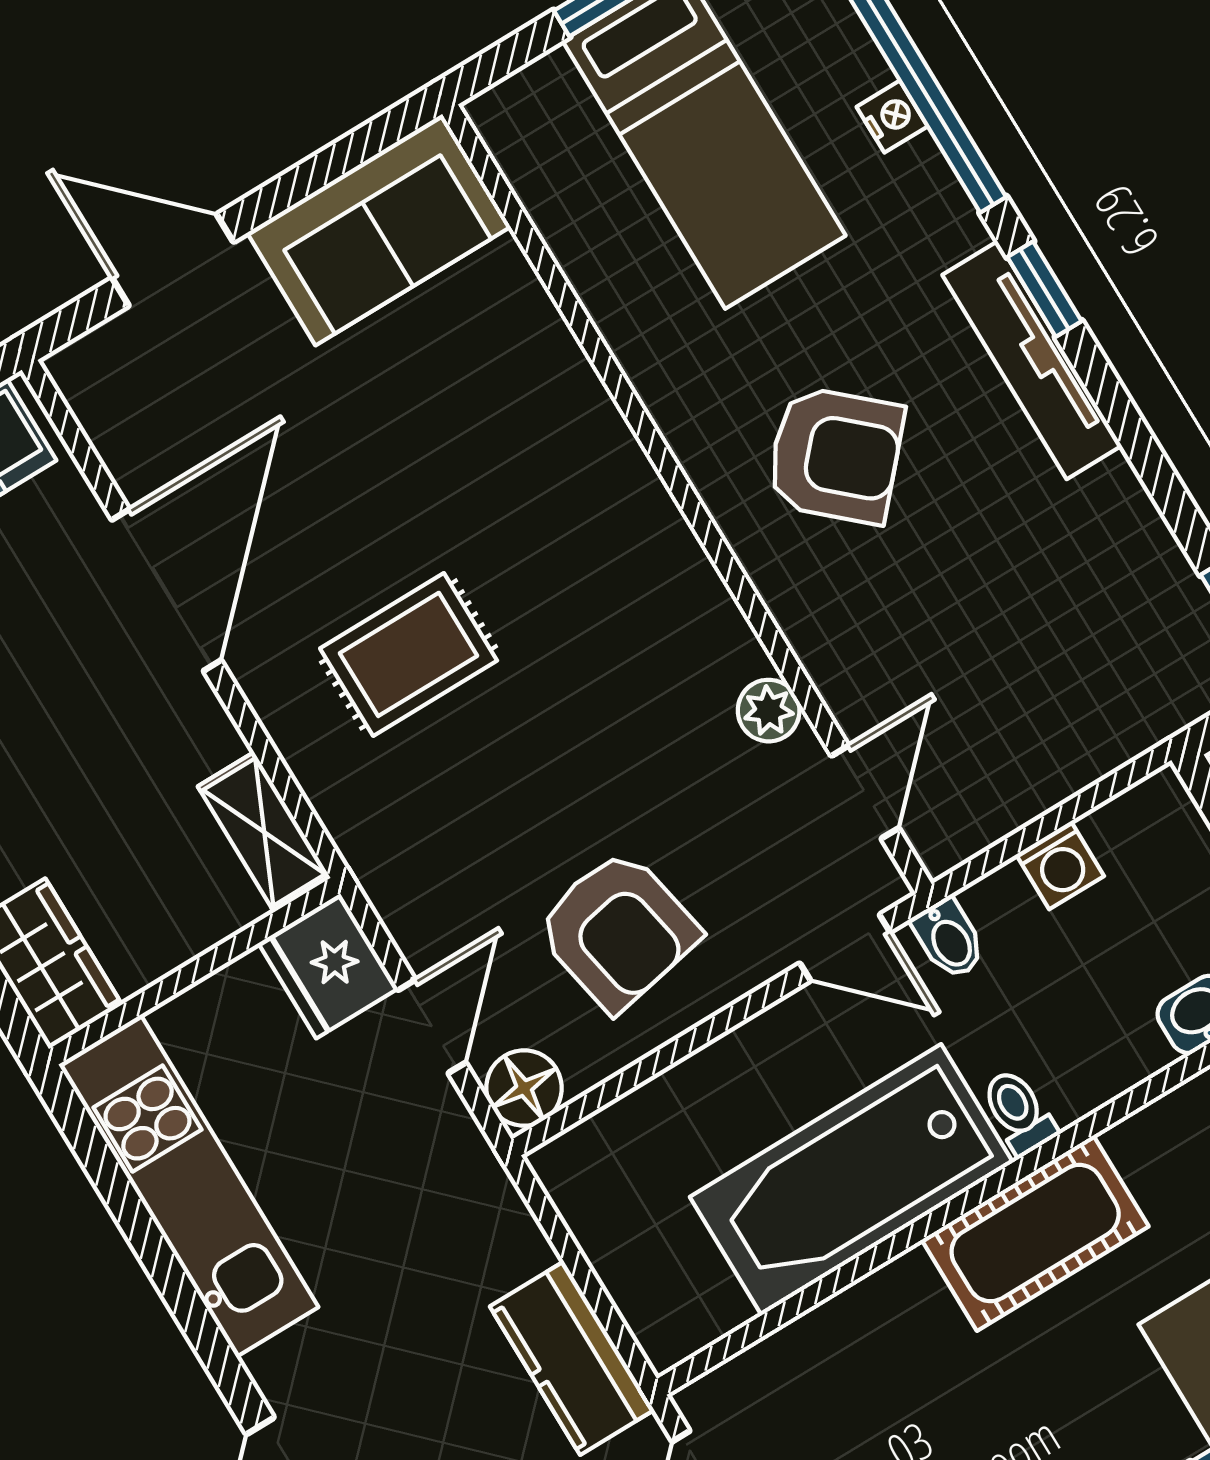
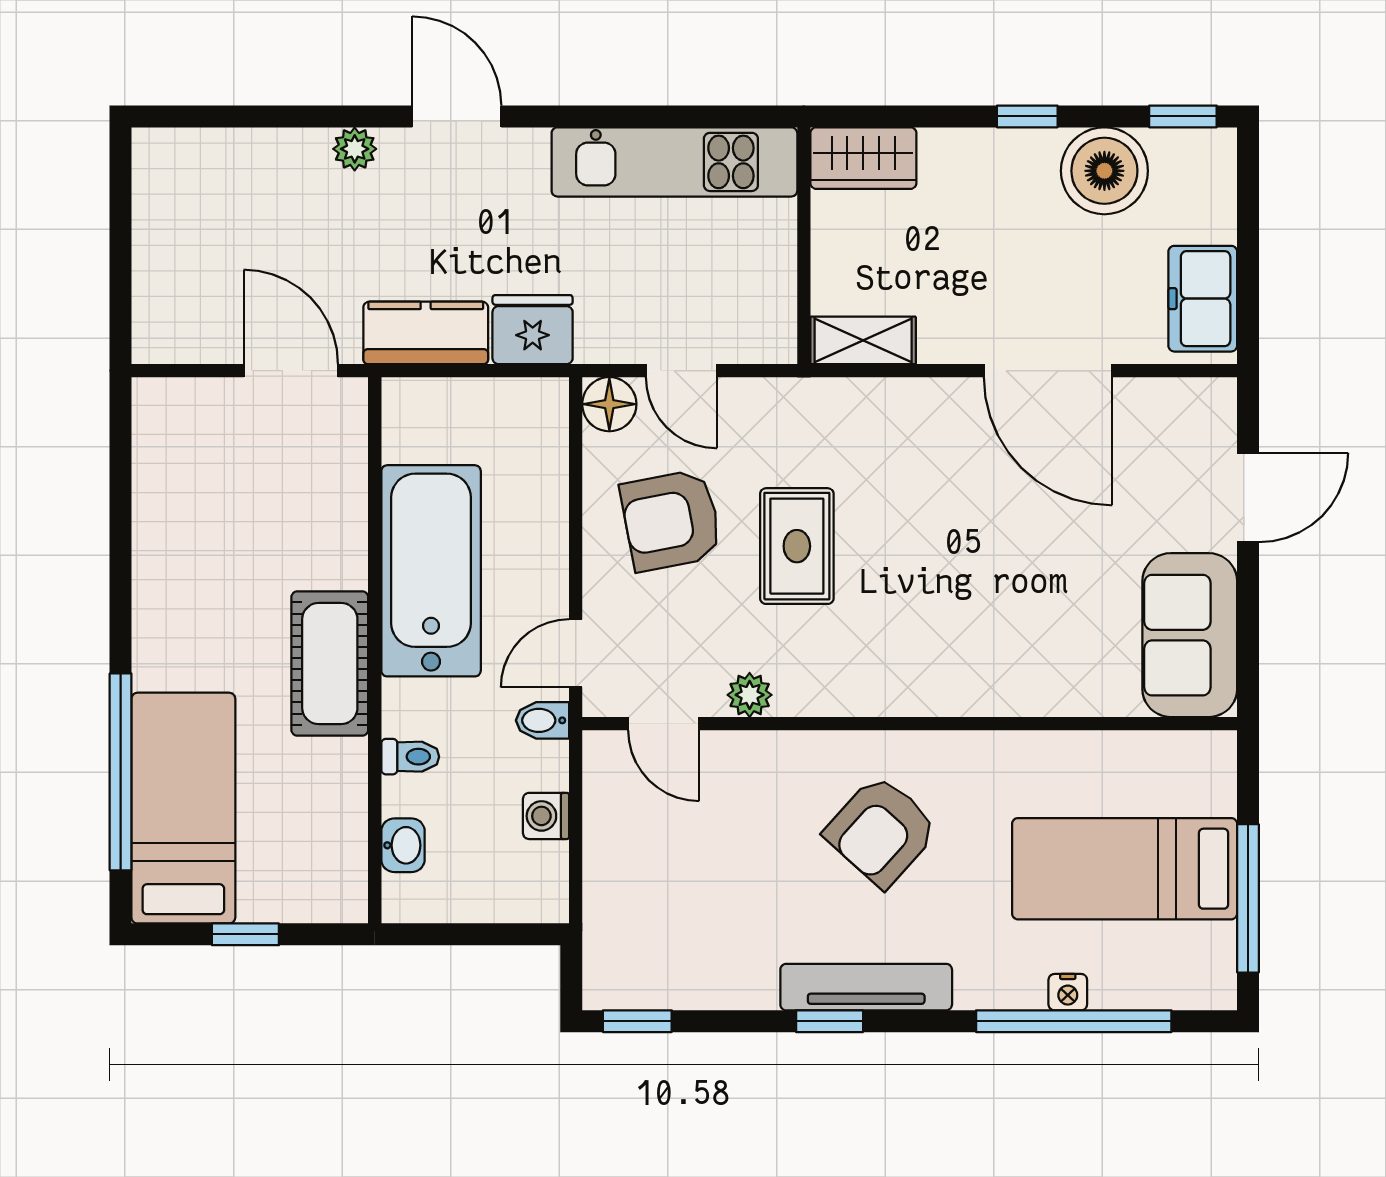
window: (1044, 289) -> (830, 1021), moved
rug: (409, 654) -> (797, 546), moved
fridge: (328, 966) -> (533, 330), moved
toilet: (1019, 1112) -> (410, 757), moved

